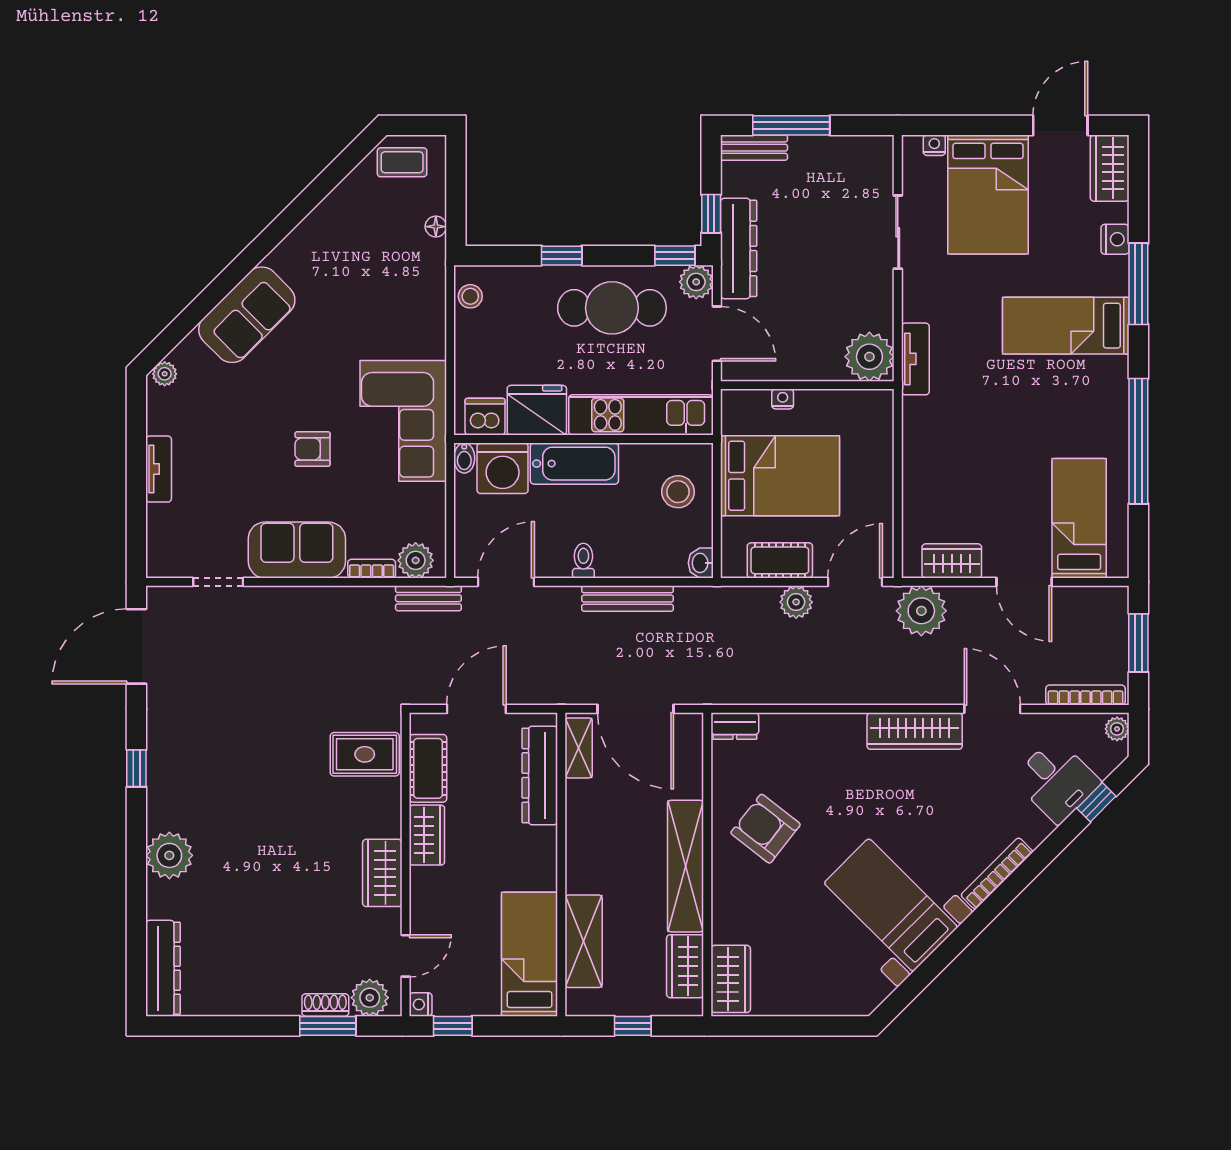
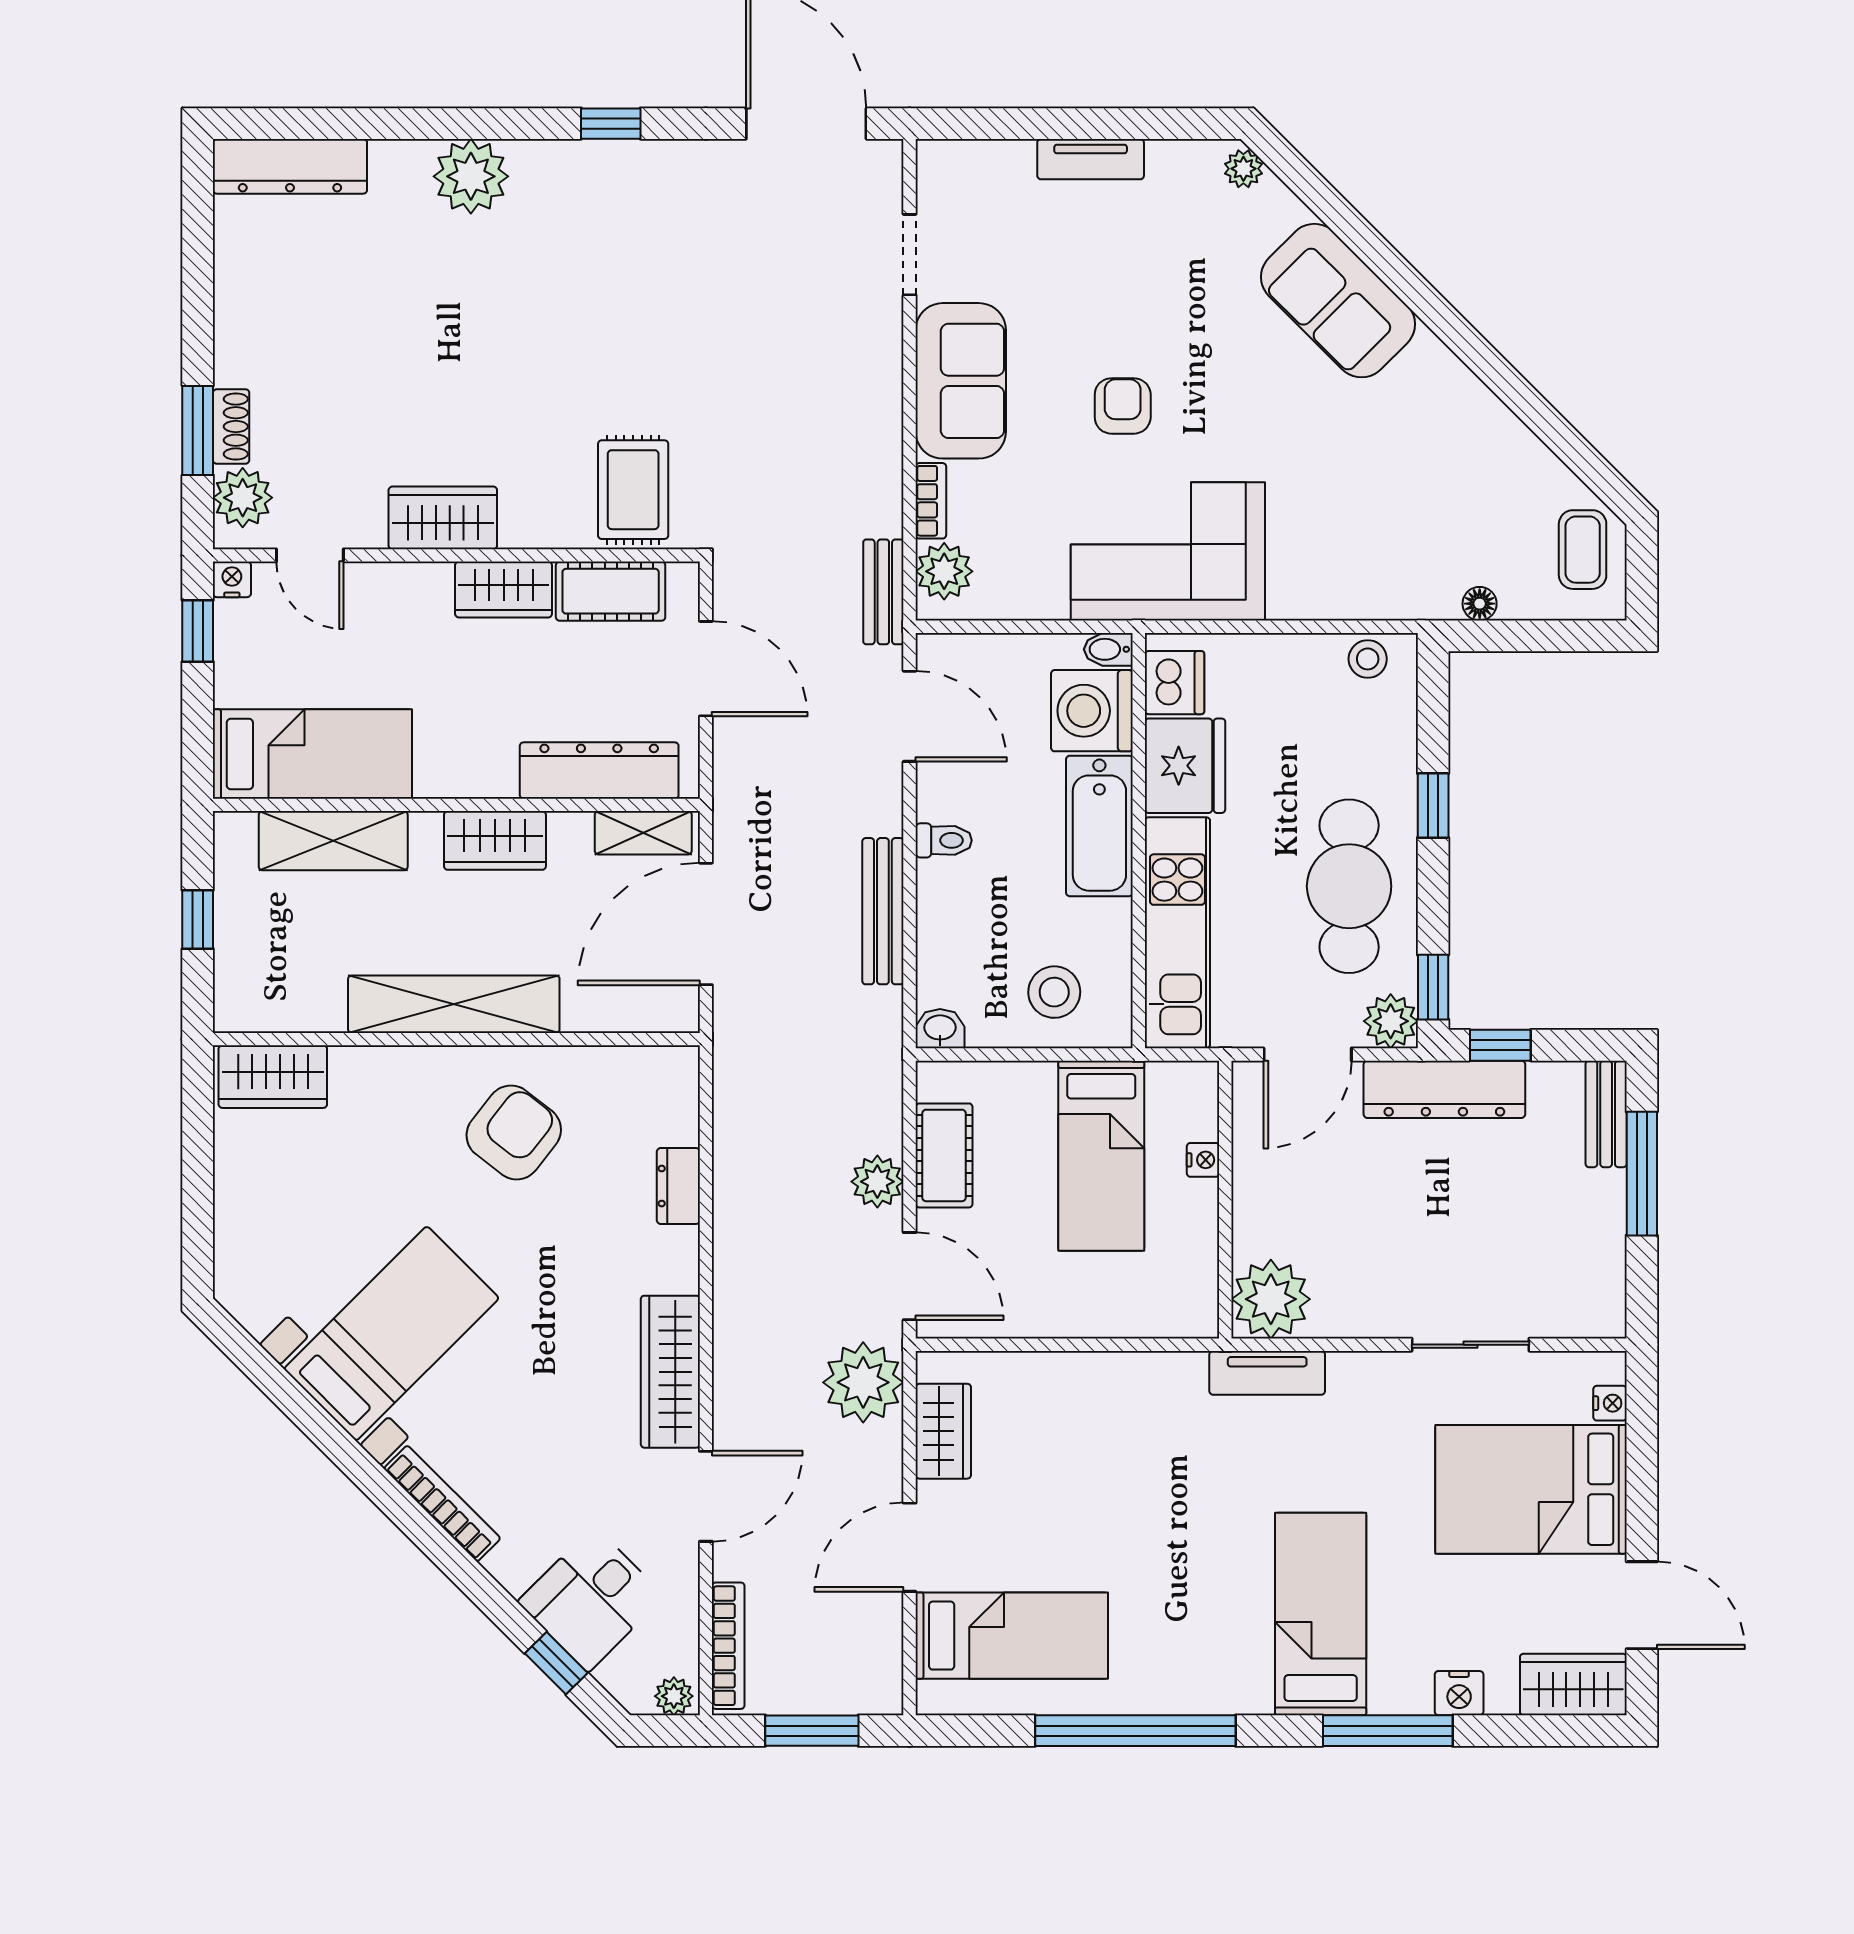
bed: (780, 476) -> (1101, 1156), width x0.67
dresser: (735, 726) -> (678, 1186), moved
wardrobe: (685, 966) -> (495, 840), moved, turned 180

